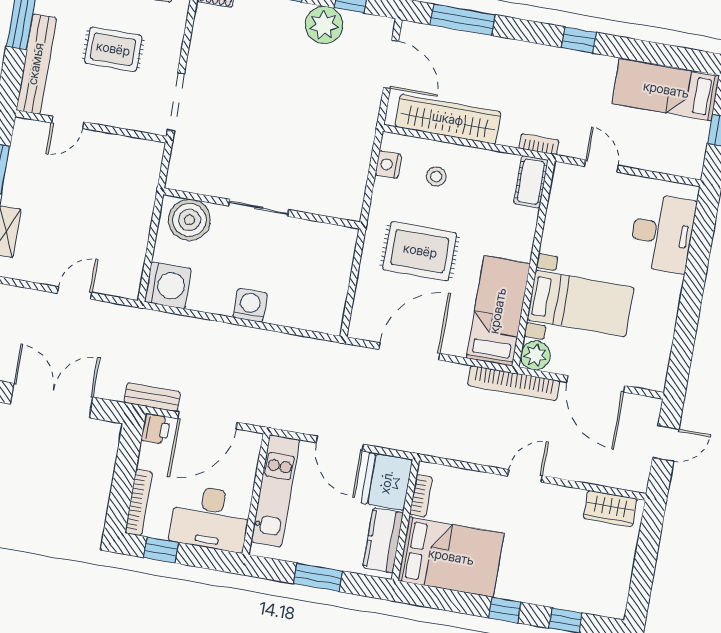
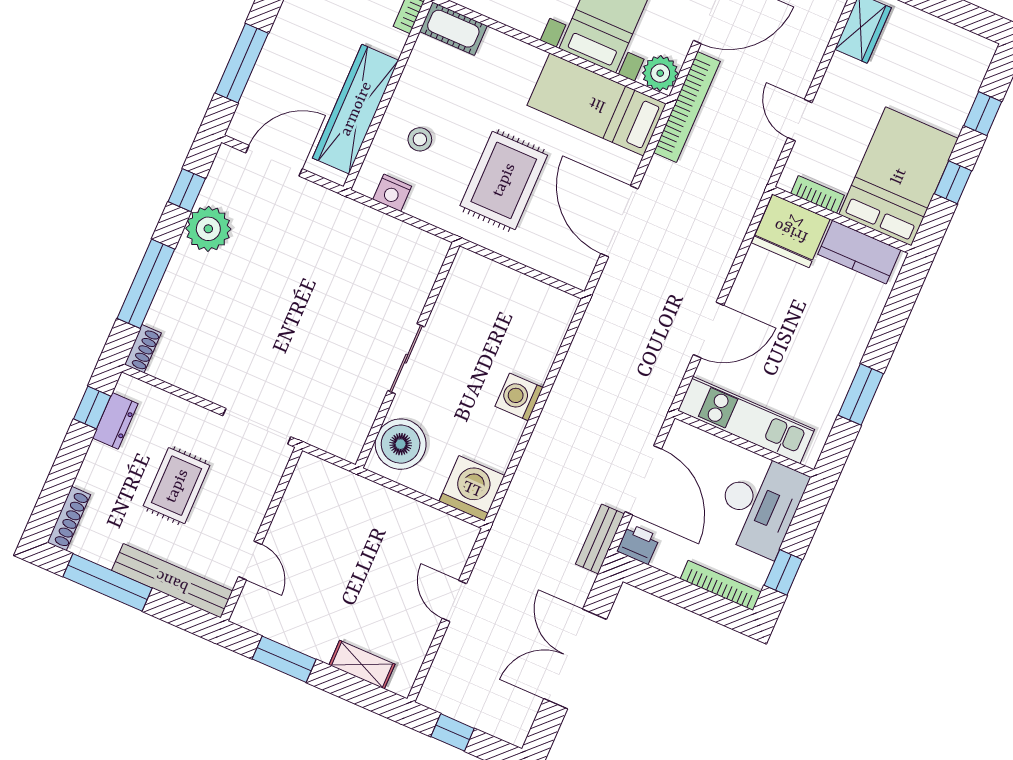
fridge: (387, 482) -> (791, 231), moved
bookcase: (421, 496) -> (817, 194), moved
wall: (405, 520) -> (842, 220), moved
kitchen counter: (383, 540) -> (859, 252), moved
bed: (451, 557) -> (899, 176), moved

